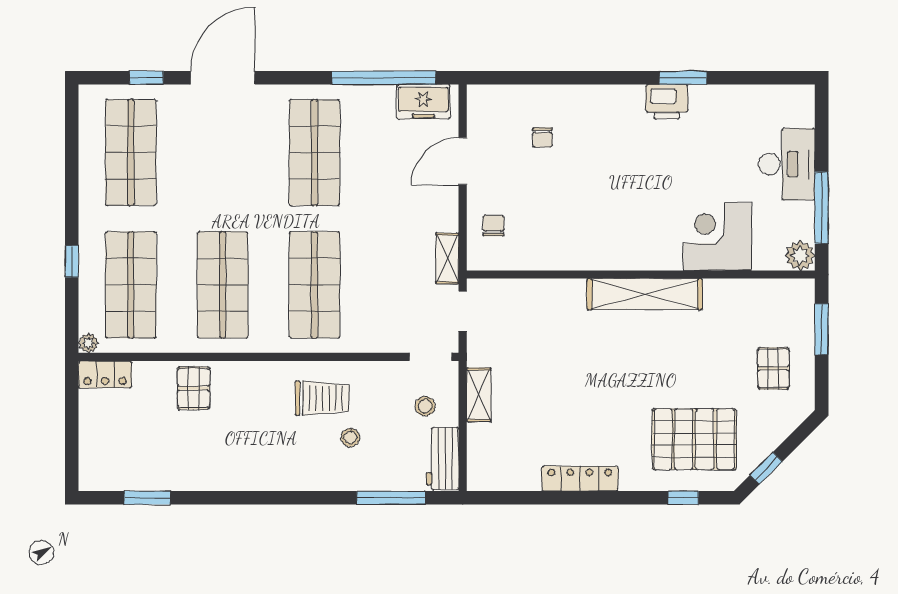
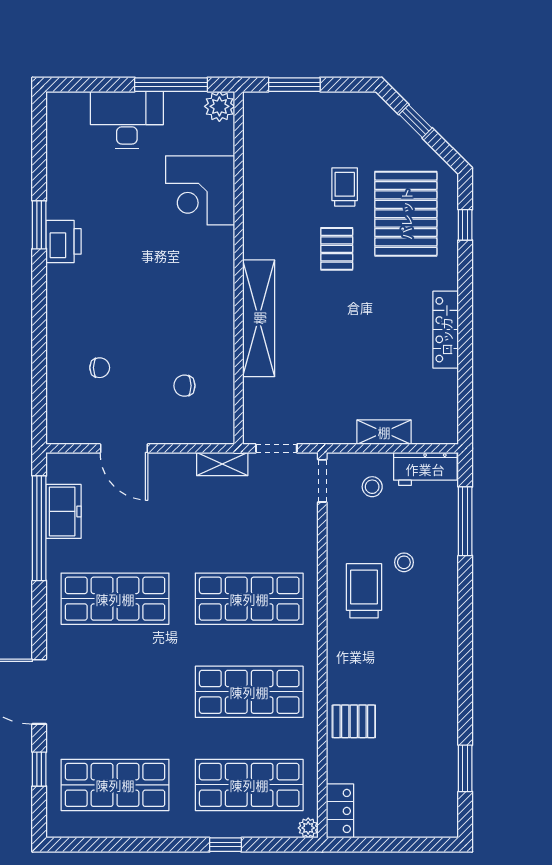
freezer: (423, 102) -> (64, 511), moved
chair: (494, 226) -> (184, 386), moved
shelving: (645, 294) -> (259, 318), moved
pallet: (773, 368) -> (337, 249), moved, turned 90
trolley: (721, 379) -> (345, 187), added
shelving: (479, 395) -> (384, 432), moved
window: (766, 468) -> (416, 121), moved

